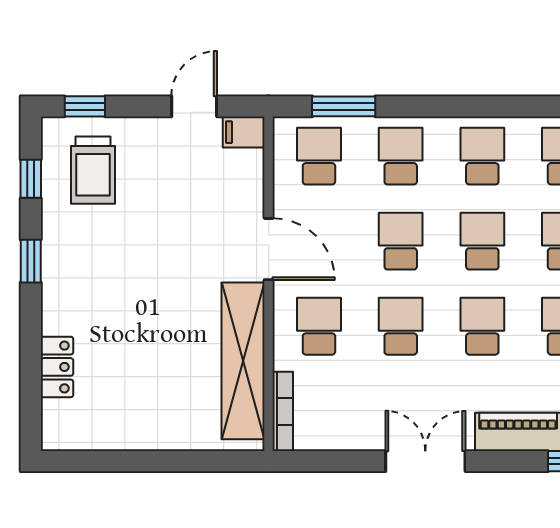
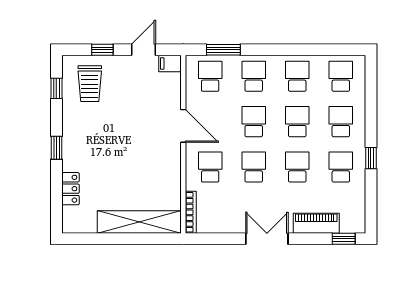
window: (85, 106) -> (102, 50), moved
window: (31, 261) -> (56, 148), moved
shelving: (243, 361) -> (139, 222), moved, turned 90

